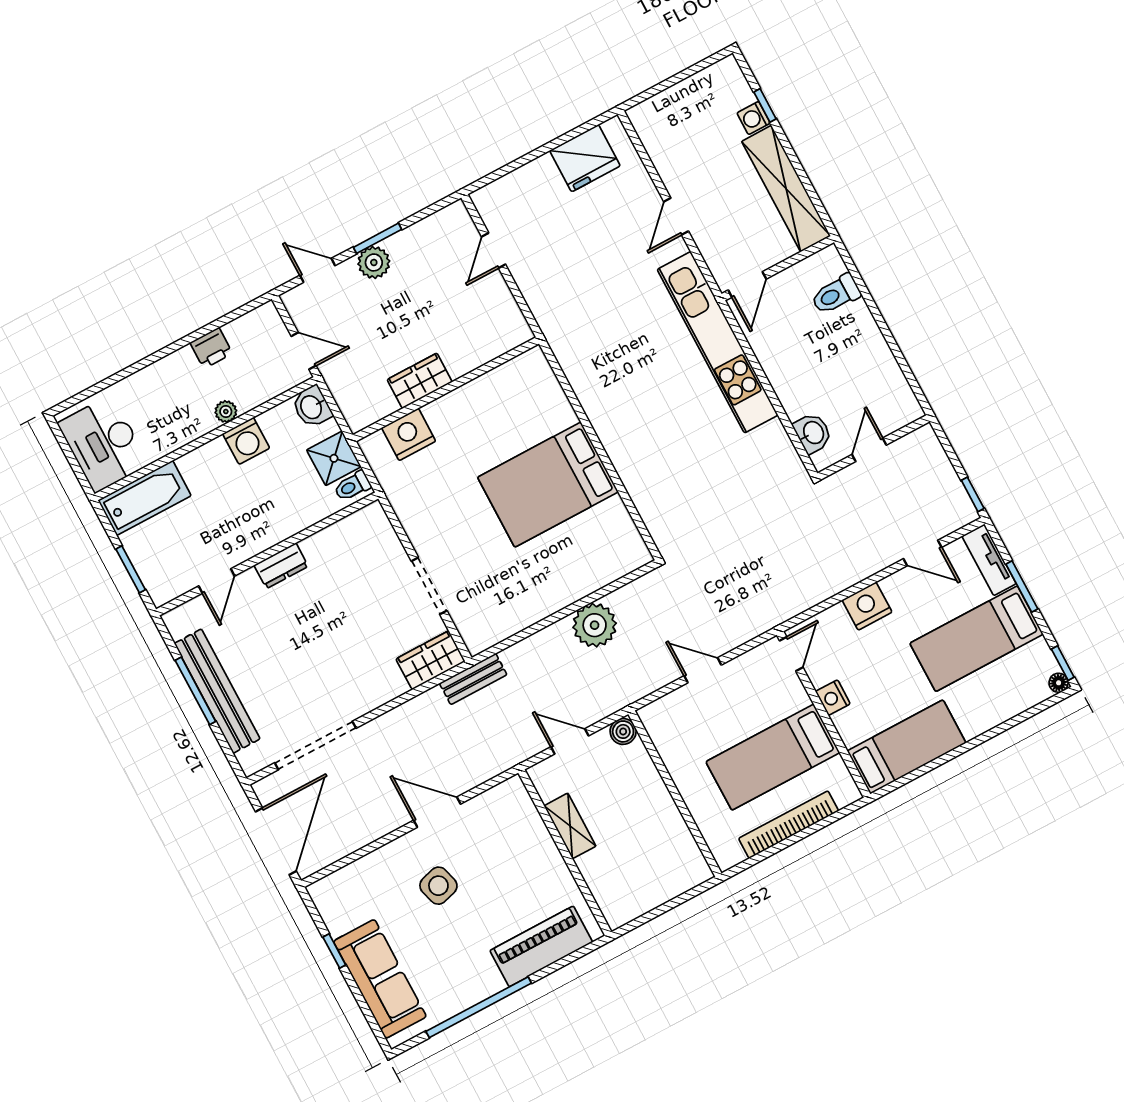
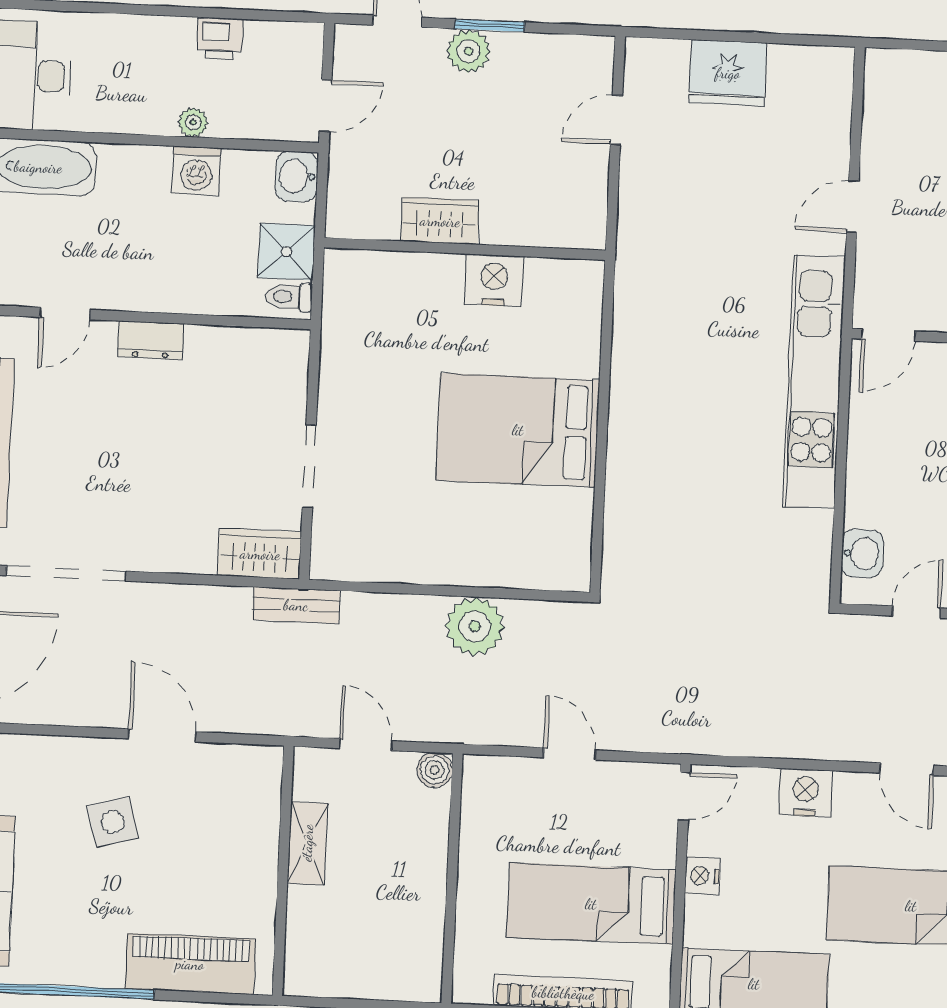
fridge: (585, 158) -> (728, 73), moved
door: (304, 351) -> (326, 106), hinge flipped
nightstand: (409, 434) -> (494, 280), moved

